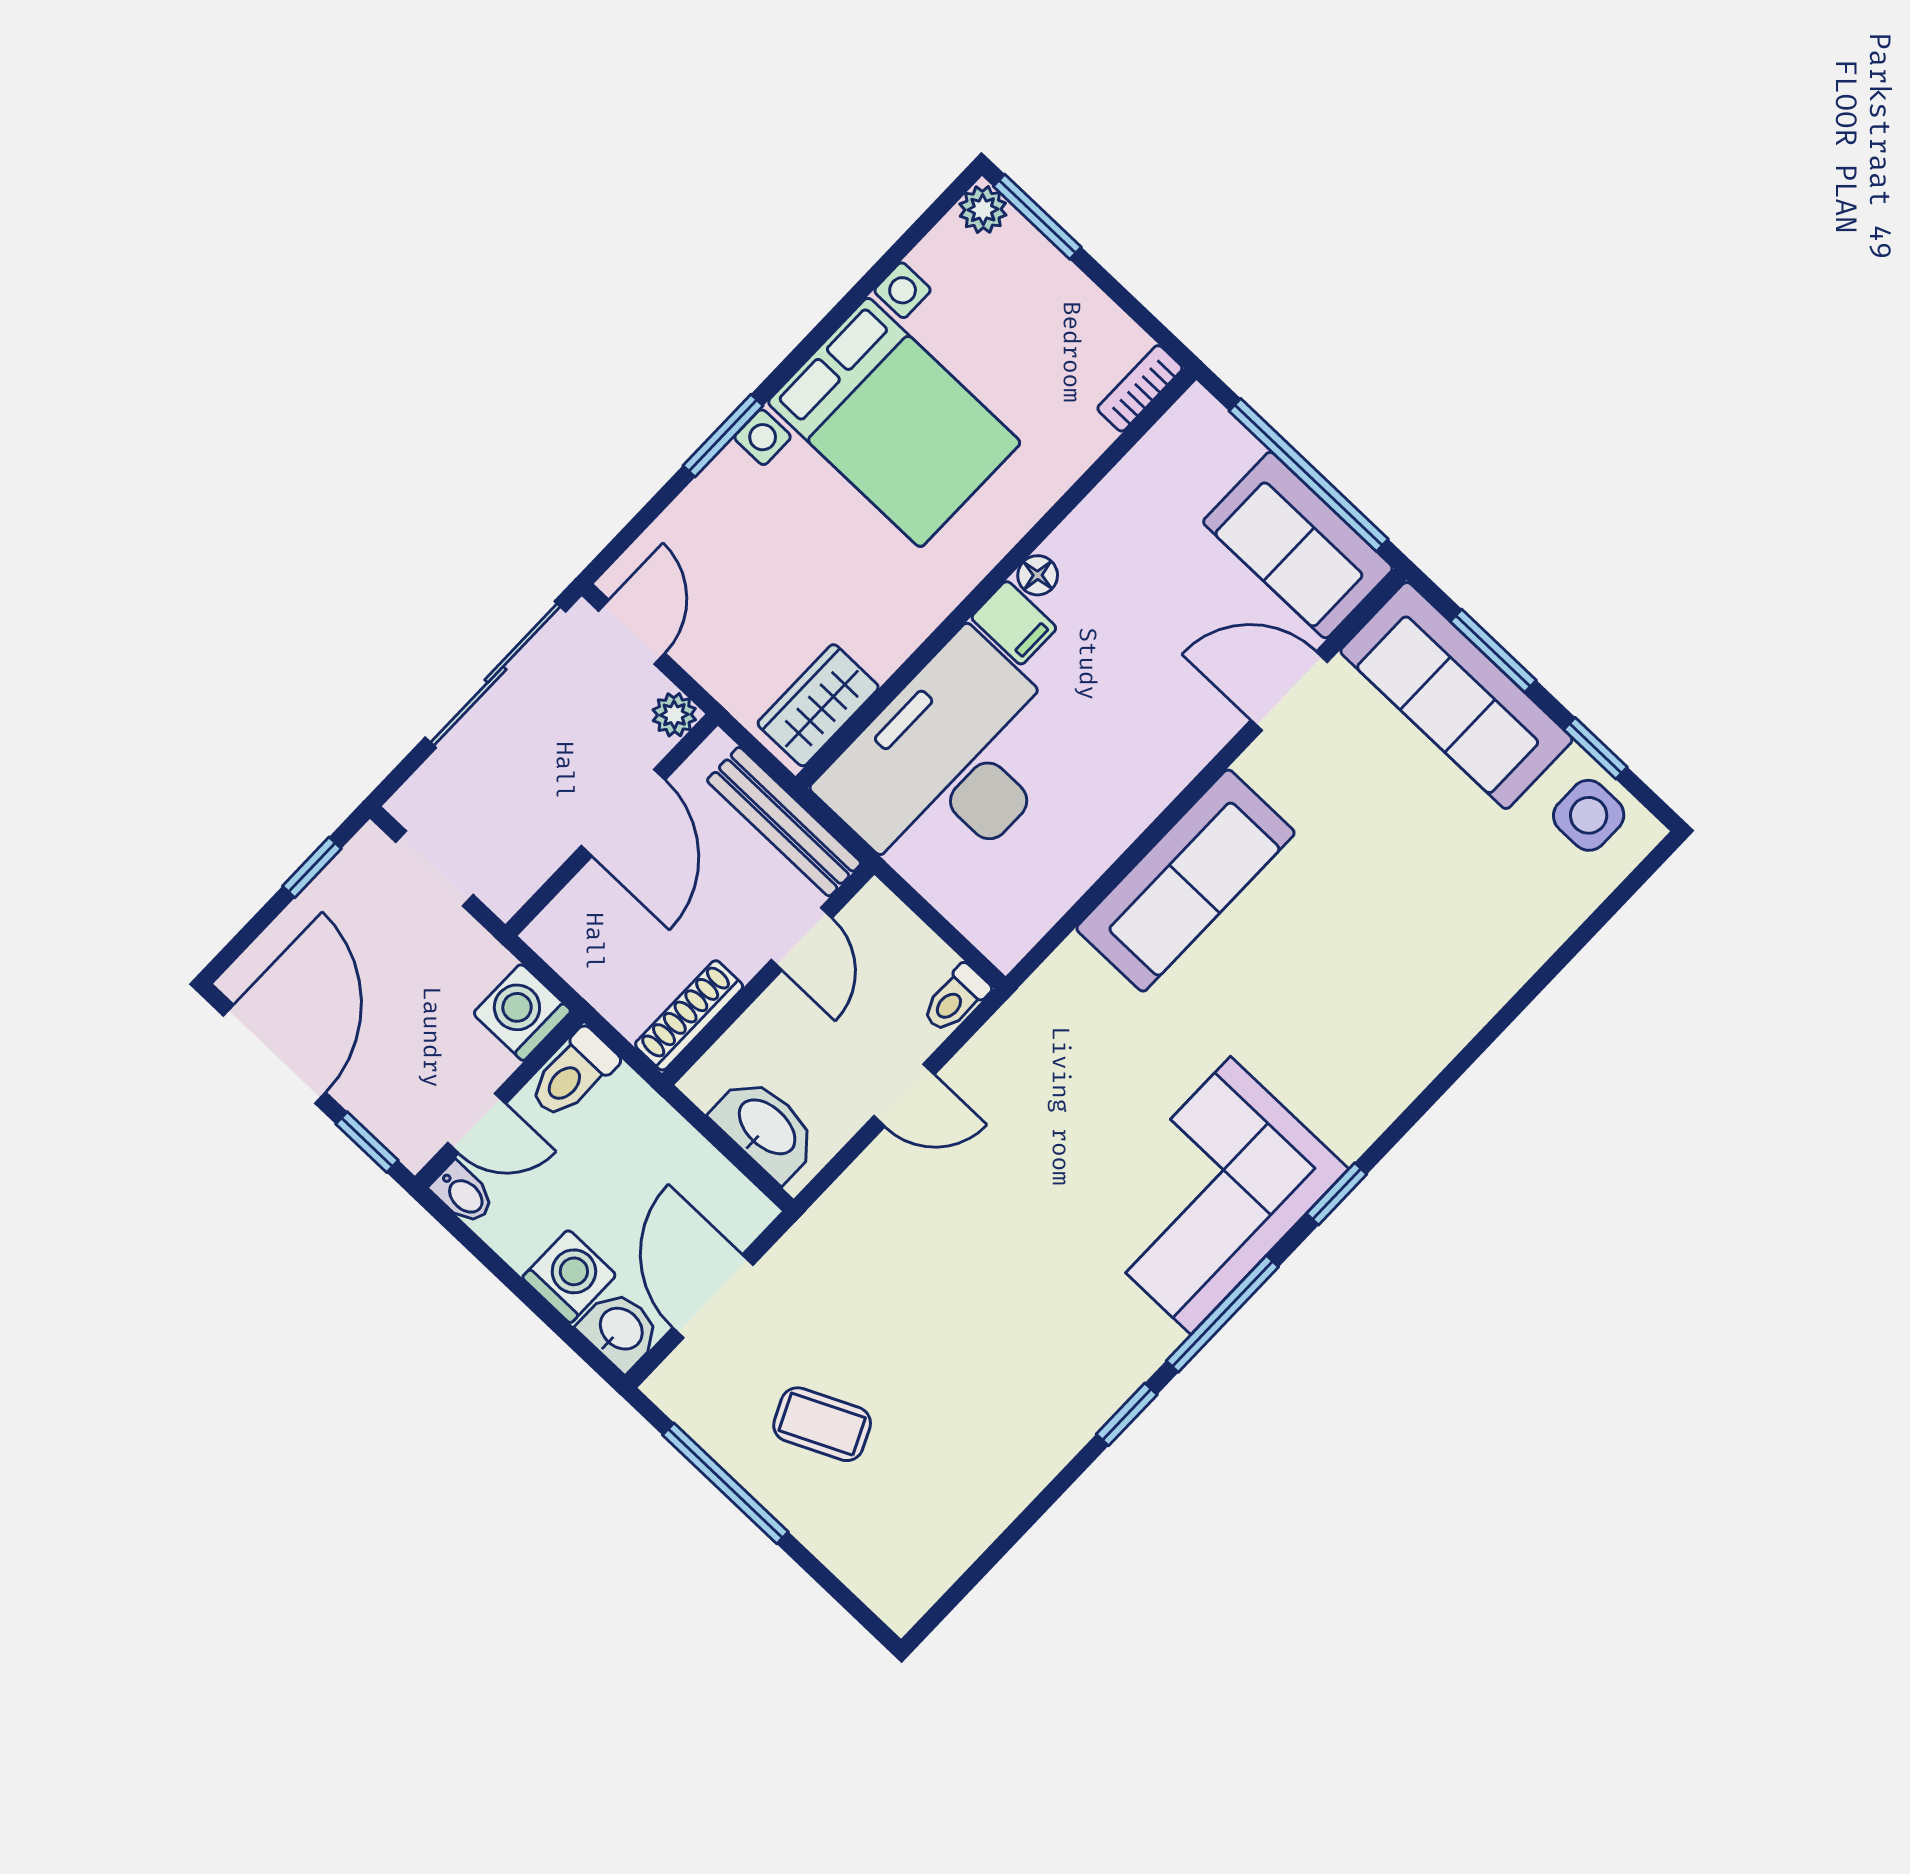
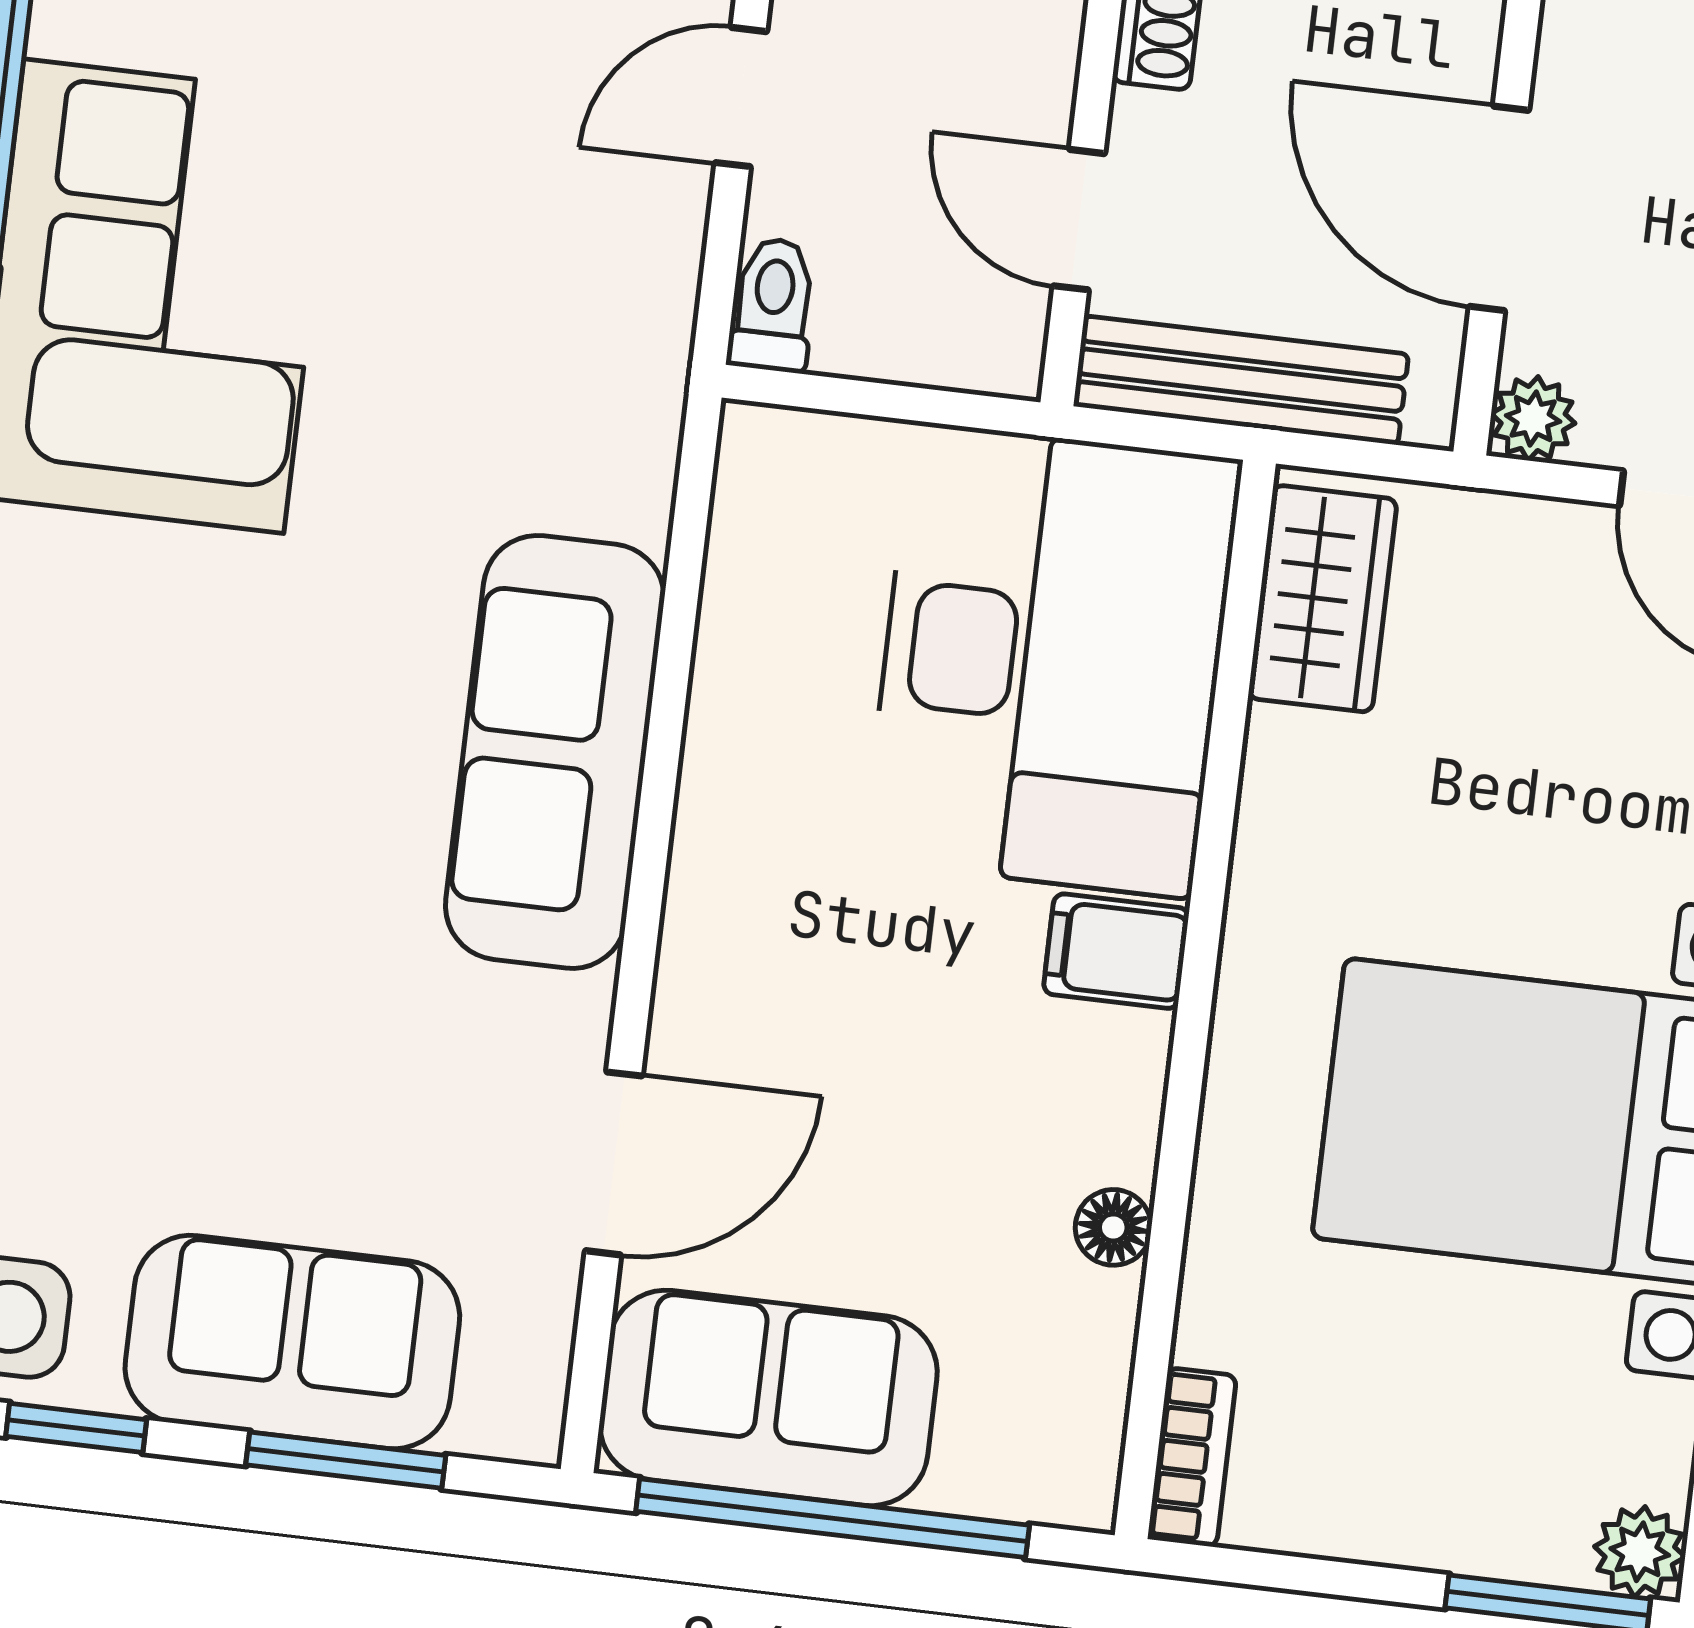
floor lamp: (1038, 575) -> (1113, 1227), moved
sofa: (1456, 696) -> (292, 1342), width x0.73

